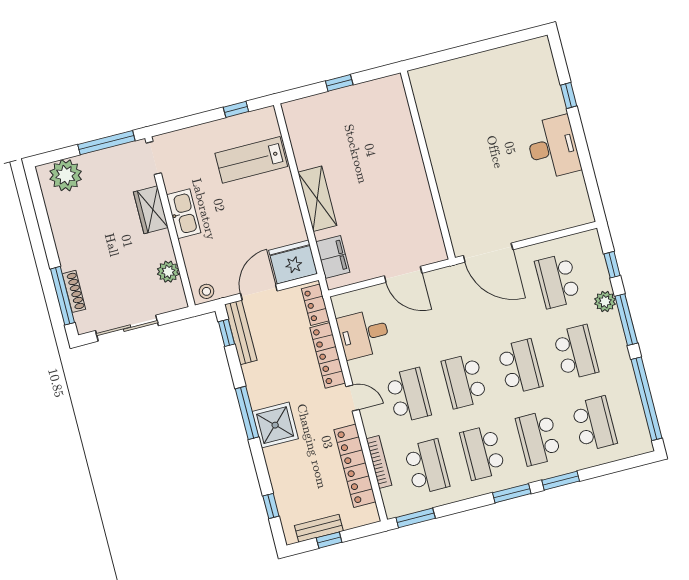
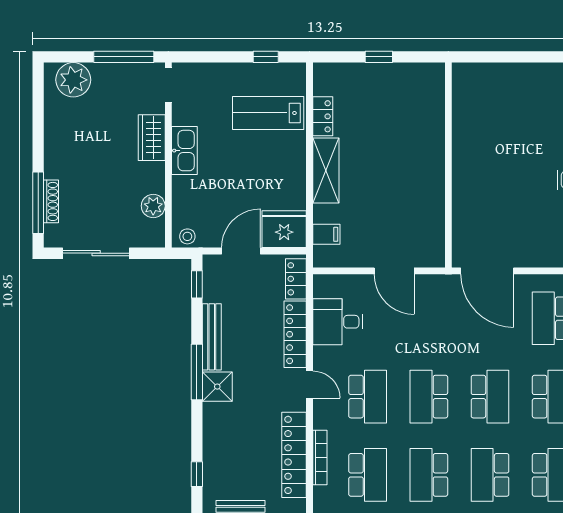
locker: (302, 150) -> (323, 116), added
filing cabinet: (333, 257) -> (326, 234), width x0.50
bench: (241, 332) -> (212, 337), moved
shower: (275, 425) -> (217, 387), width x0.73, depth x0.73

